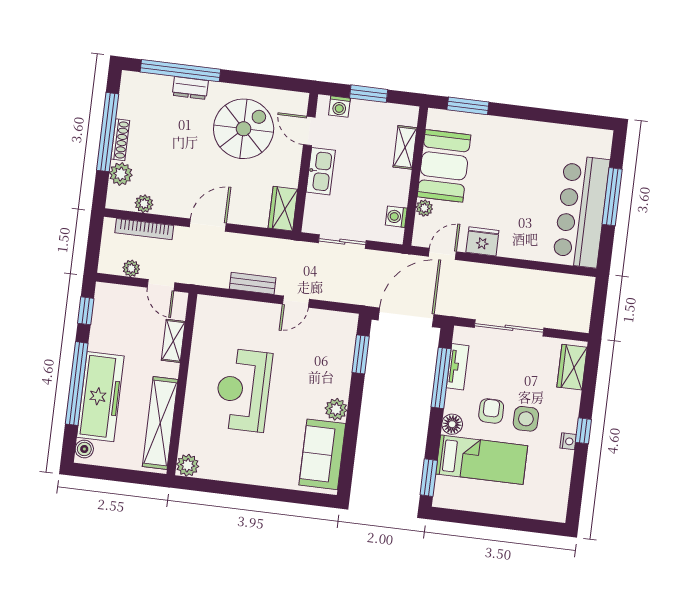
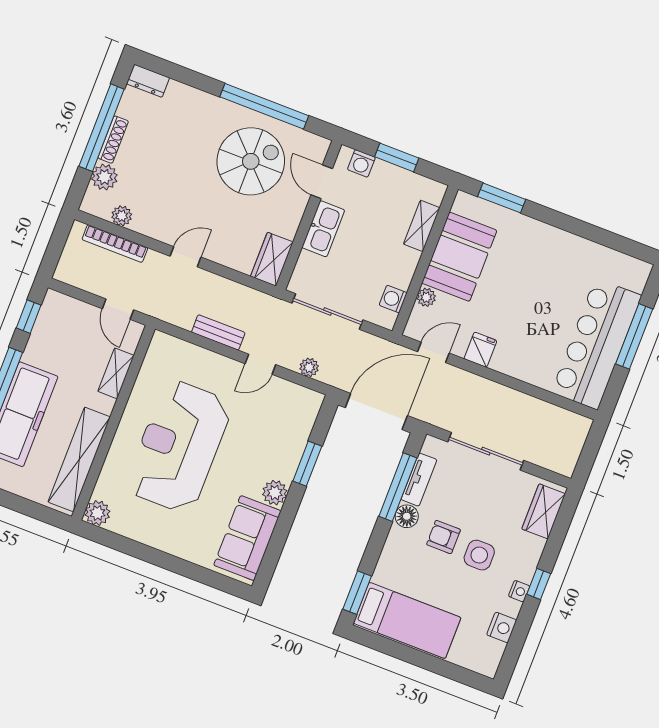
window: (180, 71) -> (264, 106), moved
dresser: (190, 88) -> (148, 81), moved
door: (208, 225) -> (185, 257), width x0.73
fridge: (482, 241) -> (480, 350), width x0.72
sliding door: (342, 242) -> (328, 311), width x1.37
plant: (131, 268) -> (309, 367), moved
window: (361, 354) -> (307, 464), moved
reception desk: (243, 390) -> (179, 446), width x1.36, depth x1.30
armchair: (491, 411) -> (443, 537), turned -90
floor lamp: (452, 424) -> (407, 516), moved
bed: (482, 460) -> (407, 620), moved
nightstand: (561, 476) -> (502, 627), added

